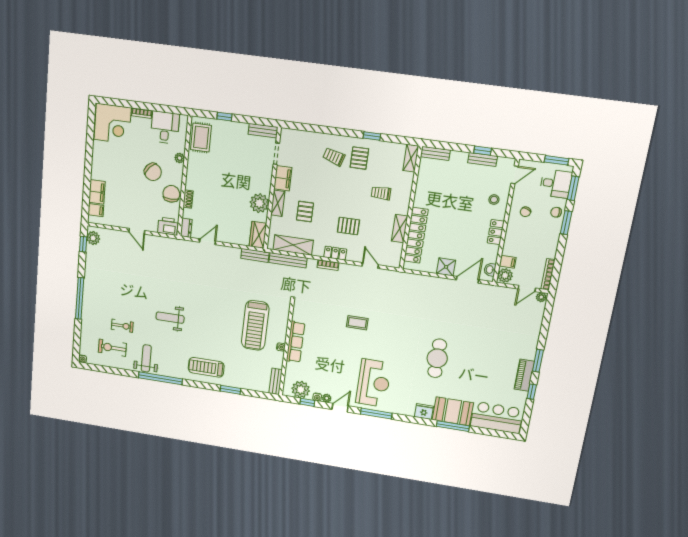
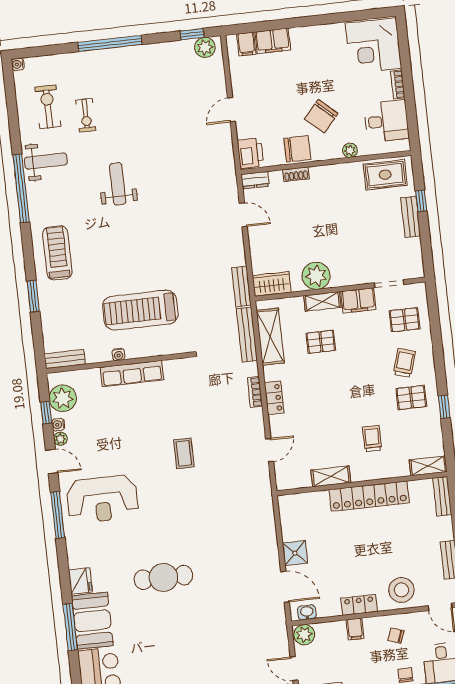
bench: (263, 131) -> (411, 217), moved
stool: (494, 200) -> (401, 590), width x1.89, depth x1.89
pallet: (348, 226) -> (405, 320), moved, turned 90
locker: (416, 235) -> (369, 496), moved
filing cabinet: (508, 262) -> (355, 629), moved

